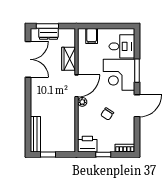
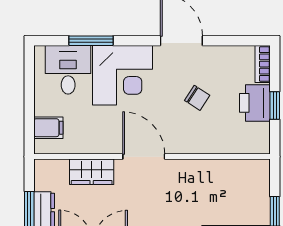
window: (137, 71) -> (91, 41), moved
plant: (82, 102) -> (174, 146), removed
printer: (87, 144) -> (255, 103), moved

